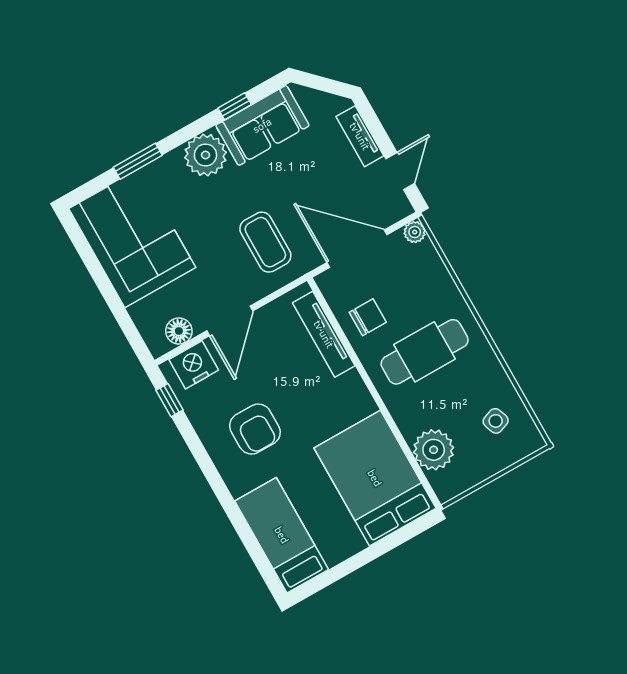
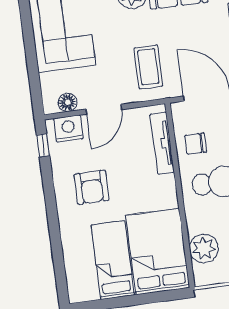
chair: (368, 317) -> (196, 144), turned 180
bed: (282, 535) -> (113, 260), moved

